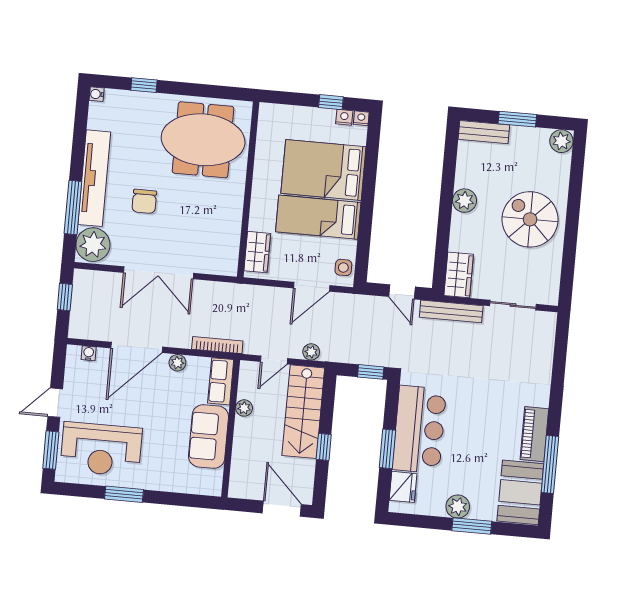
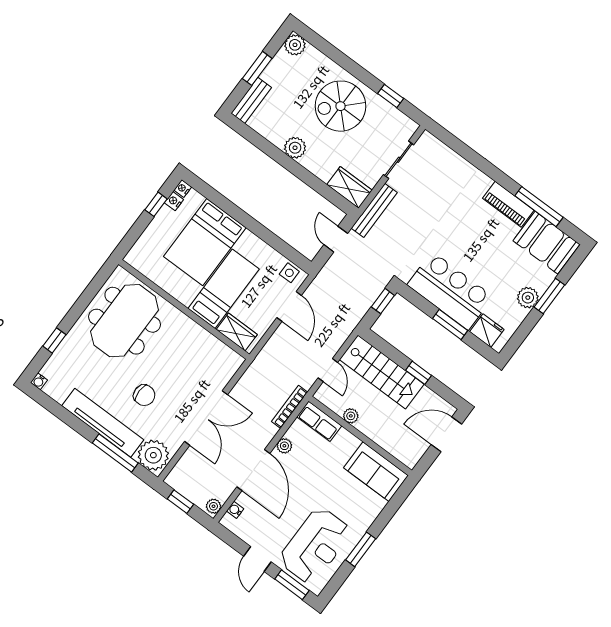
bed: (318, 217) -> (224, 289), moved, turned 180
window: (569, 261) -> (391, 96), added
door: (402, 292) -> (336, 239), swing flipped
plant: (311, 352) -> (213, 506), moved
sofa: (209, 437) -> (376, 472), moved

